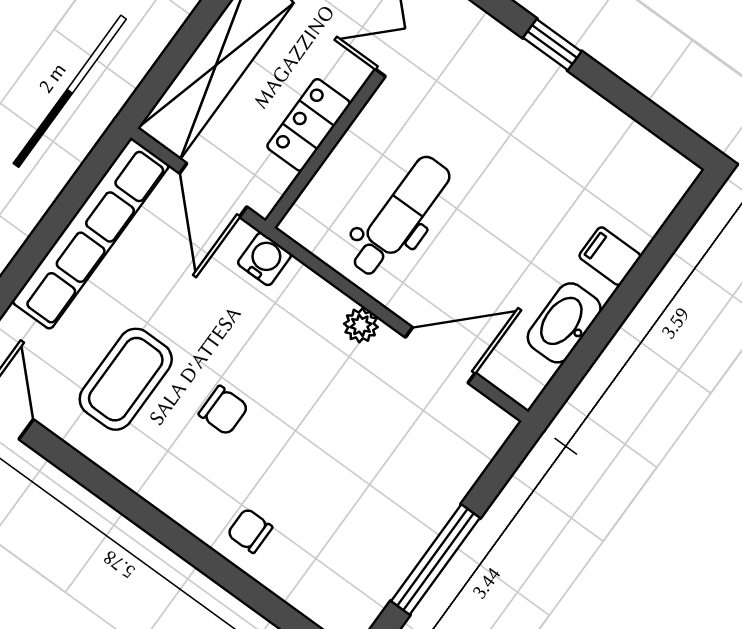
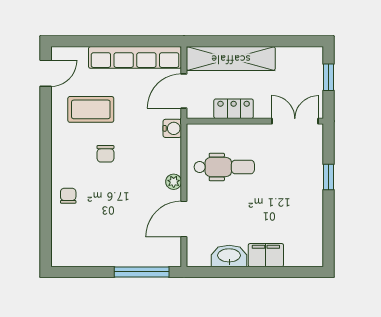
filing cabinet: (610, 256) -> (266, 255), width x2.00
door: (440, 355) -> (184, 219), swing flipped
window: (436, 559) -> (142, 272), moved

